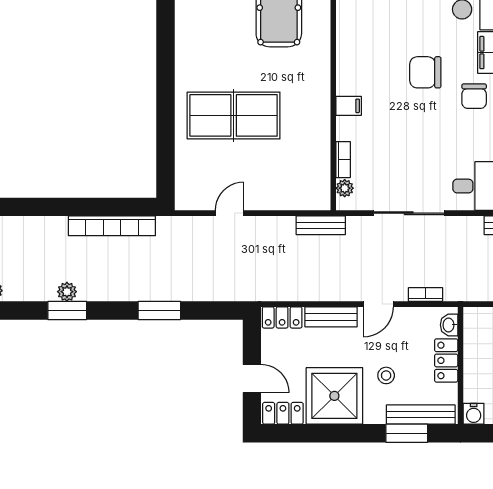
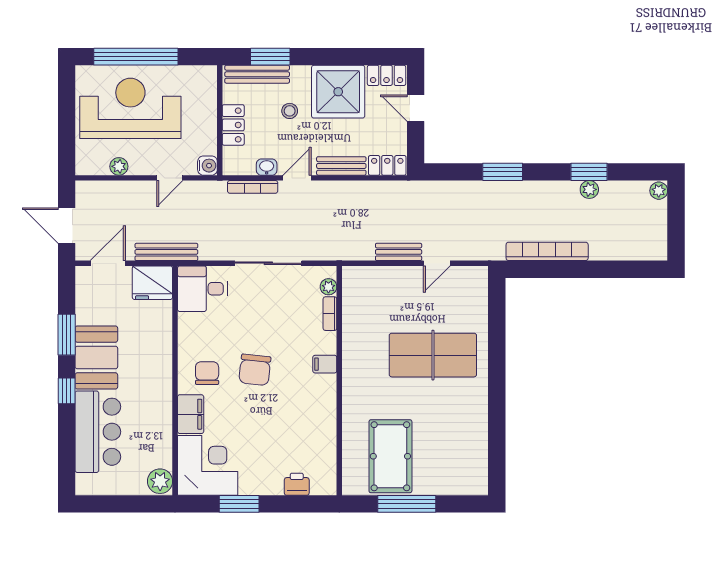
chair: (425, 72) -> (255, 370), moved, turned 96
bench: (321, 225) -> (399, 252), moved
bookcase: (426, 295) -> (253, 187), width x1.56
washbasin: (449, 325) -> (267, 167), moved, turned -90
water cooler: (474, 414) -> (207, 166), moved, turned 90

